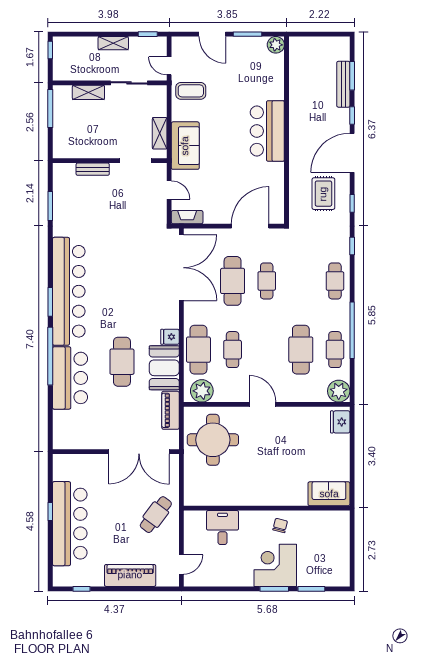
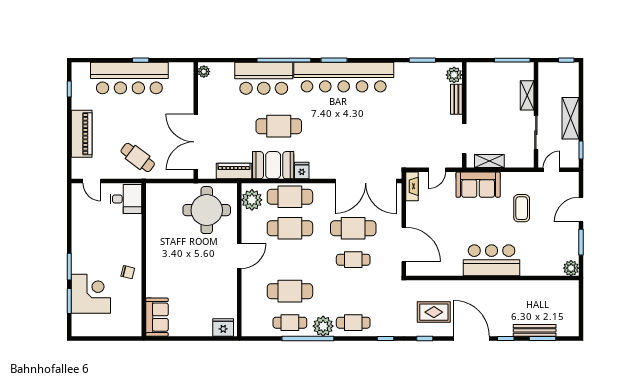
shelving: (113, 43) -> (570, 118), width x1.50, depth x1.33
coffee table: (191, 91) -> (522, 208), moved
plant: (66, 172) -> (454, 75), added
cafe table: (233, 350) -> (290, 228), width x1.37, depth x1.35
plant: (339, 391) -> (323, 326), moved
plant: (63, 443) -> (204, 72), added
desk: (222, 527) -> (126, 199), moved
corner desk: (275, 565) -> (91, 294), moved

